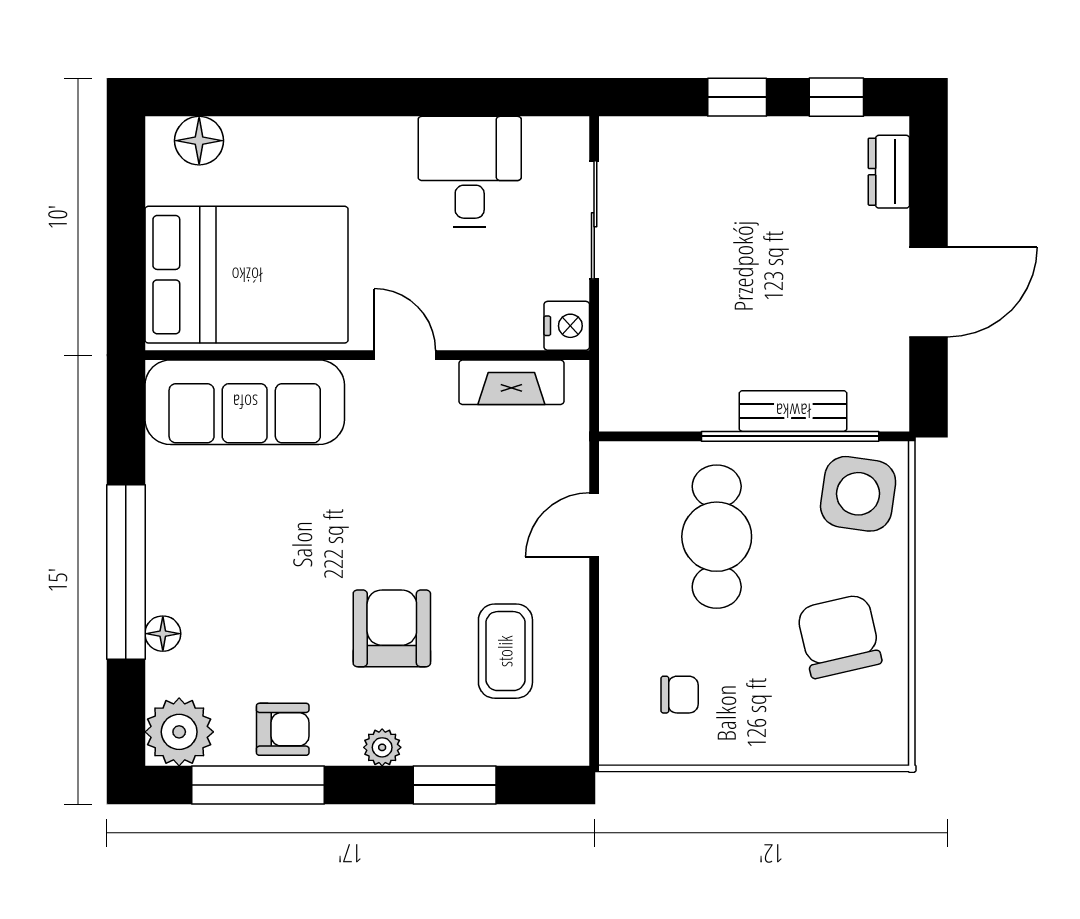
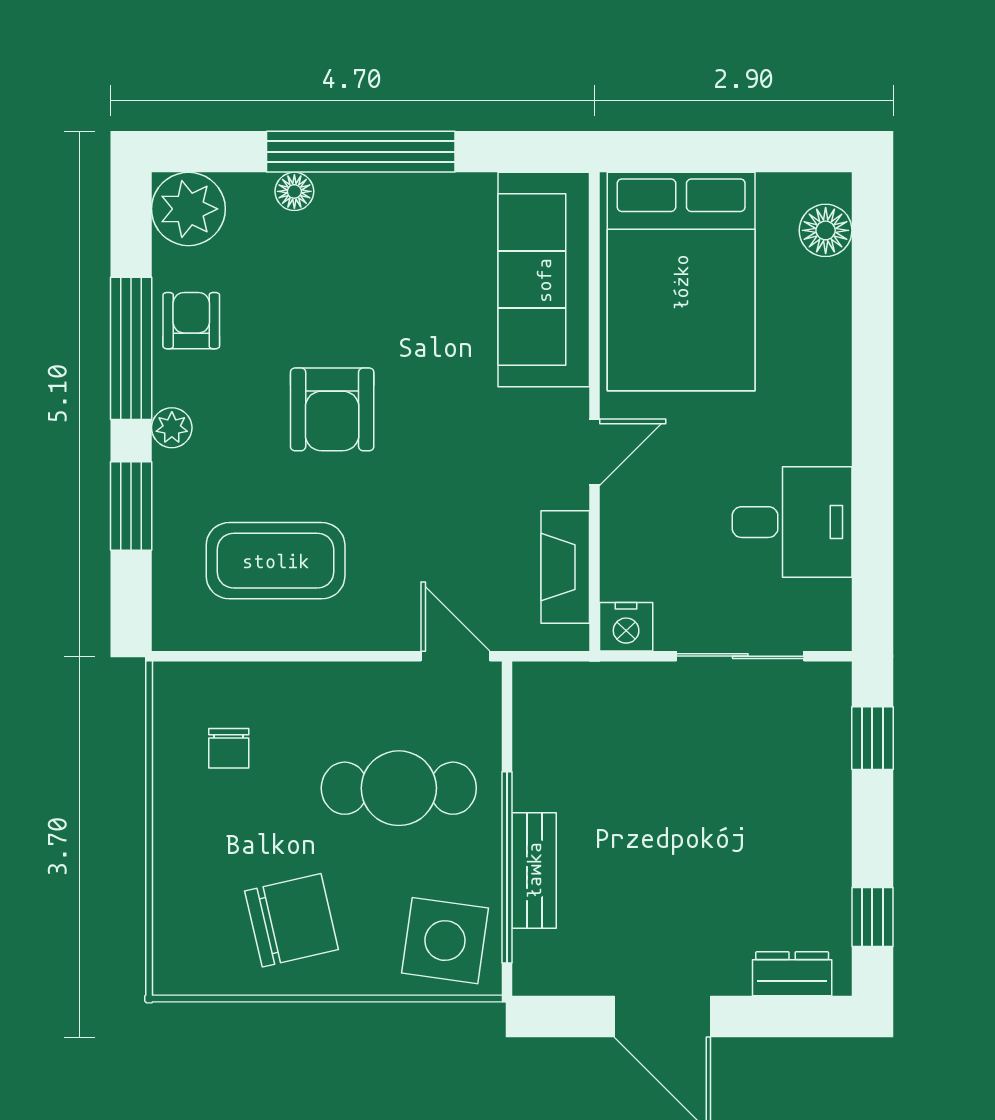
window: (737, 97) -> (872, 738), moved
door: (594, 525) -> (455, 656), moved
armchair: (392, 628) -> (332, 409), moved, turned 90
coffee table: (505, 651) -> (276, 561), width x1.36, depth x1.32
armchair: (283, 729) -> (191, 321), turned 180
window: (258, 785) -> (131, 348), moved

